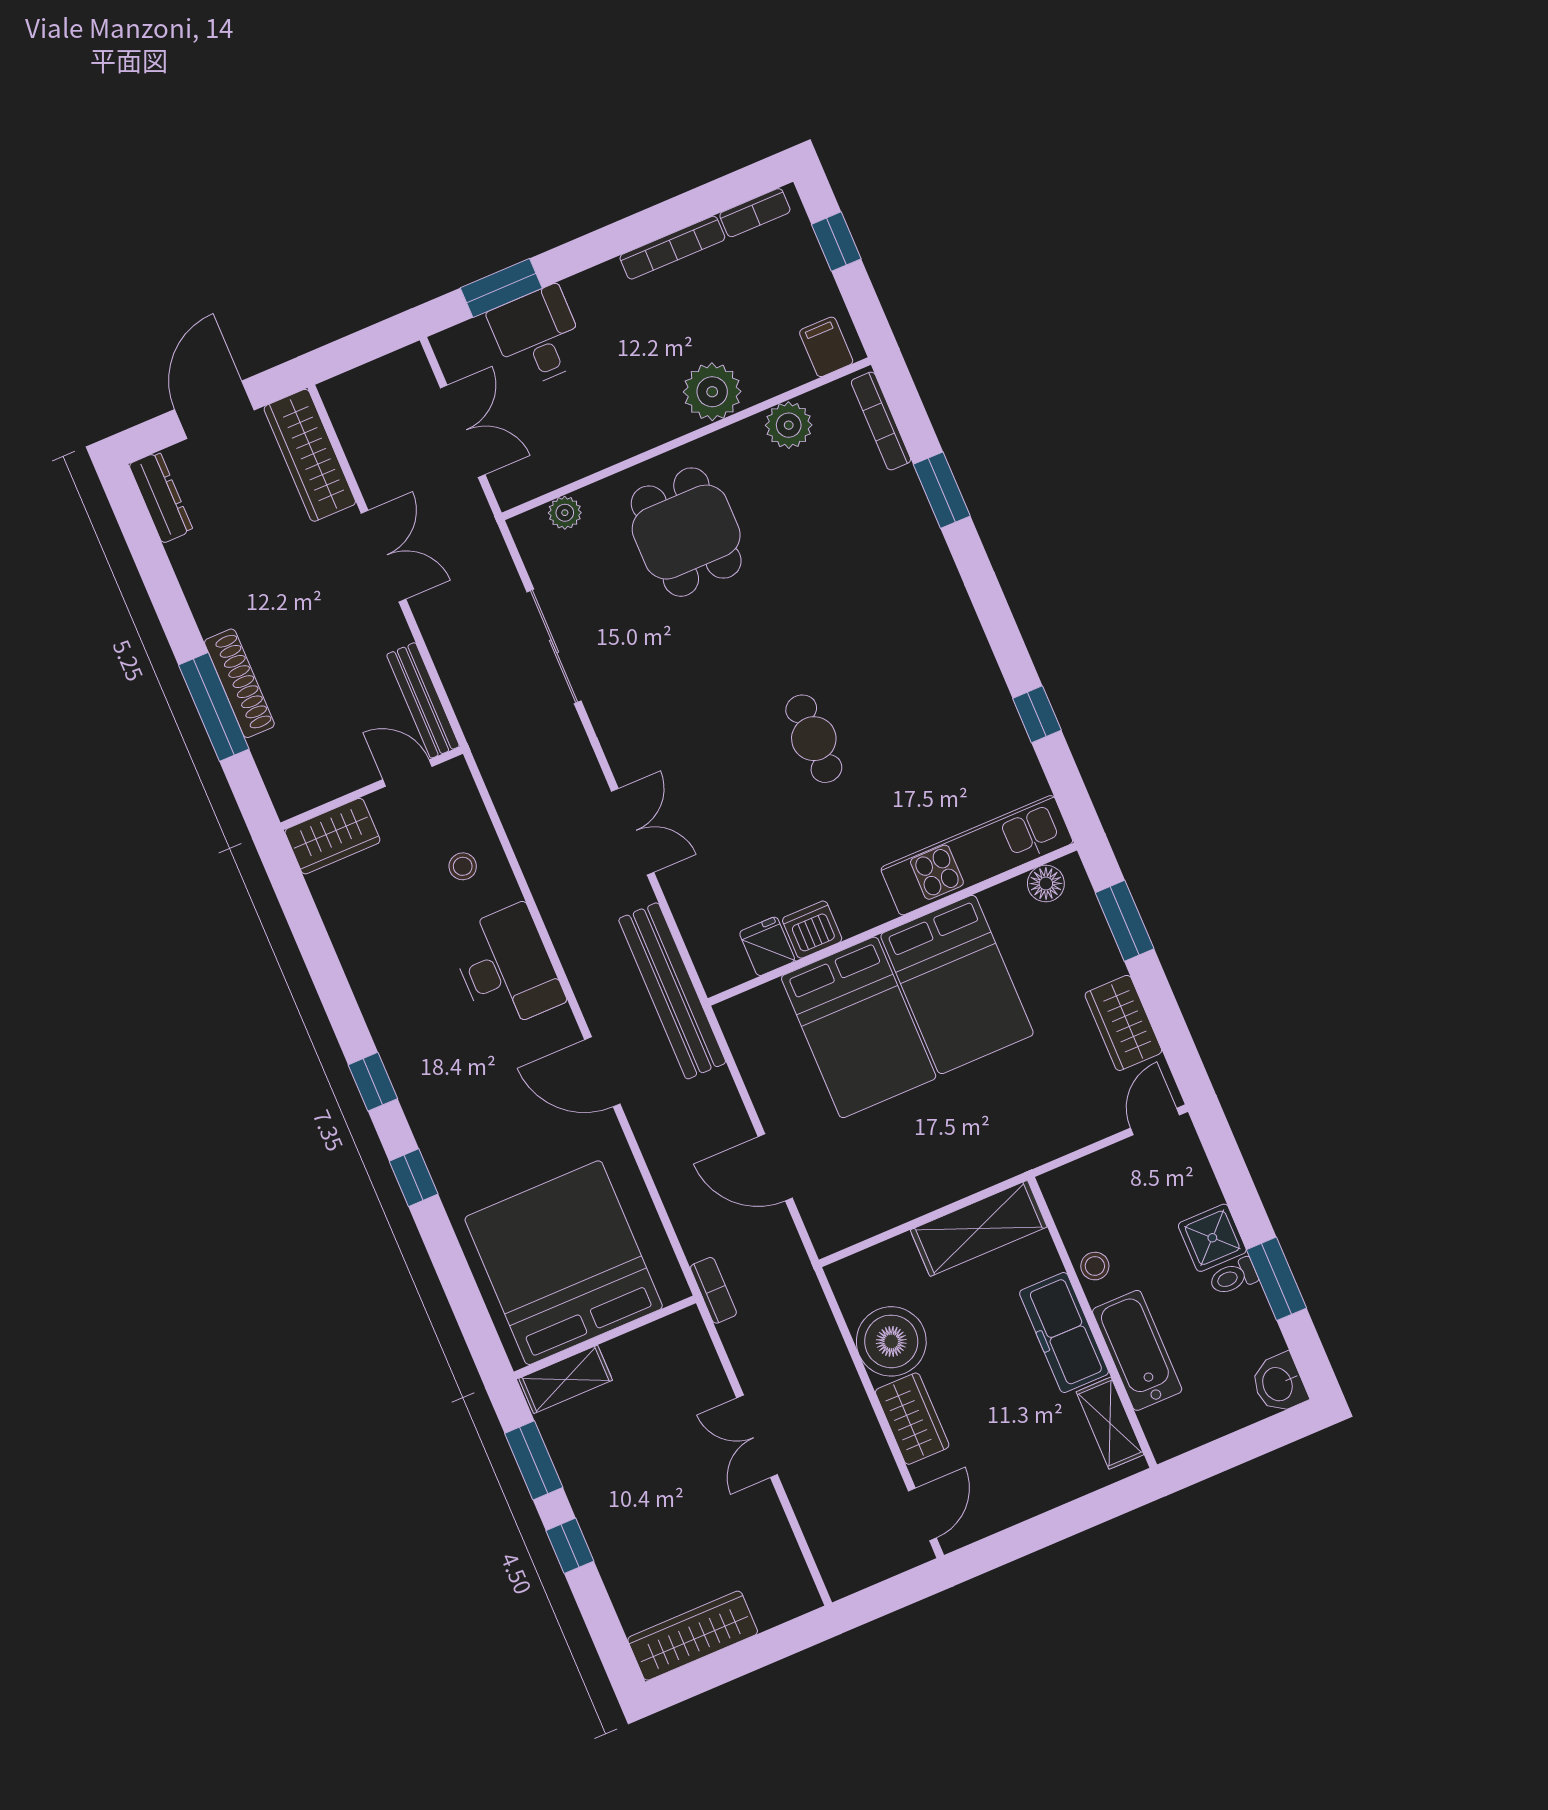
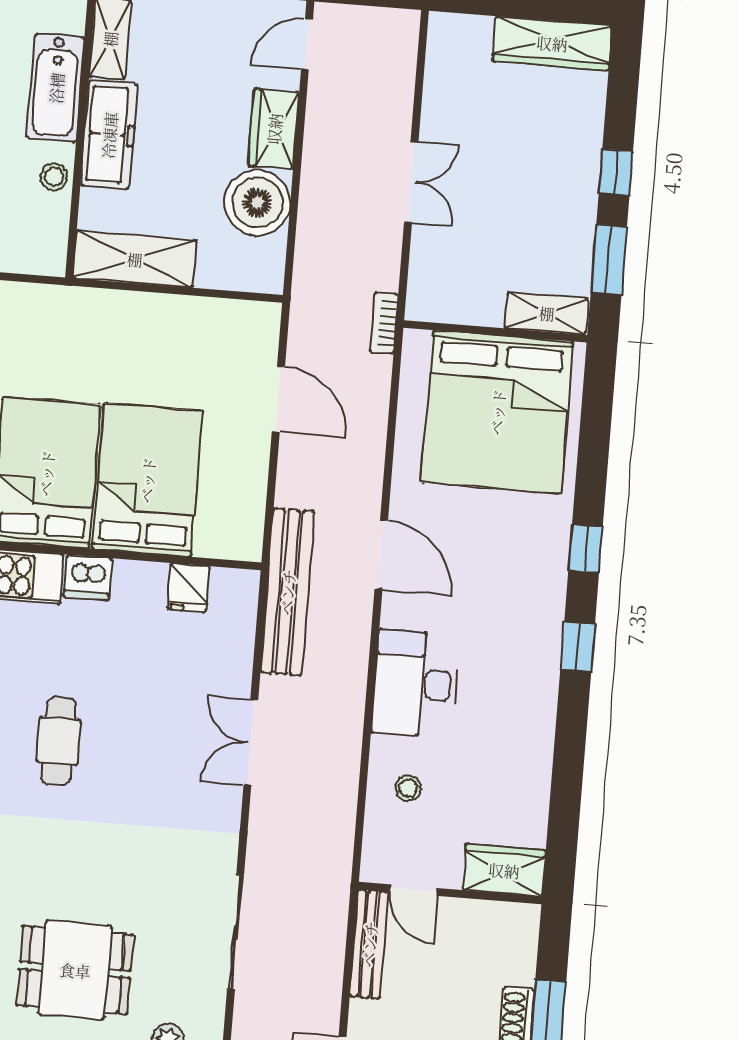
dining table: (686, 532) -> (75, 970), turned 90
dishwasher: (812, 930) -> (88, 578), moved

